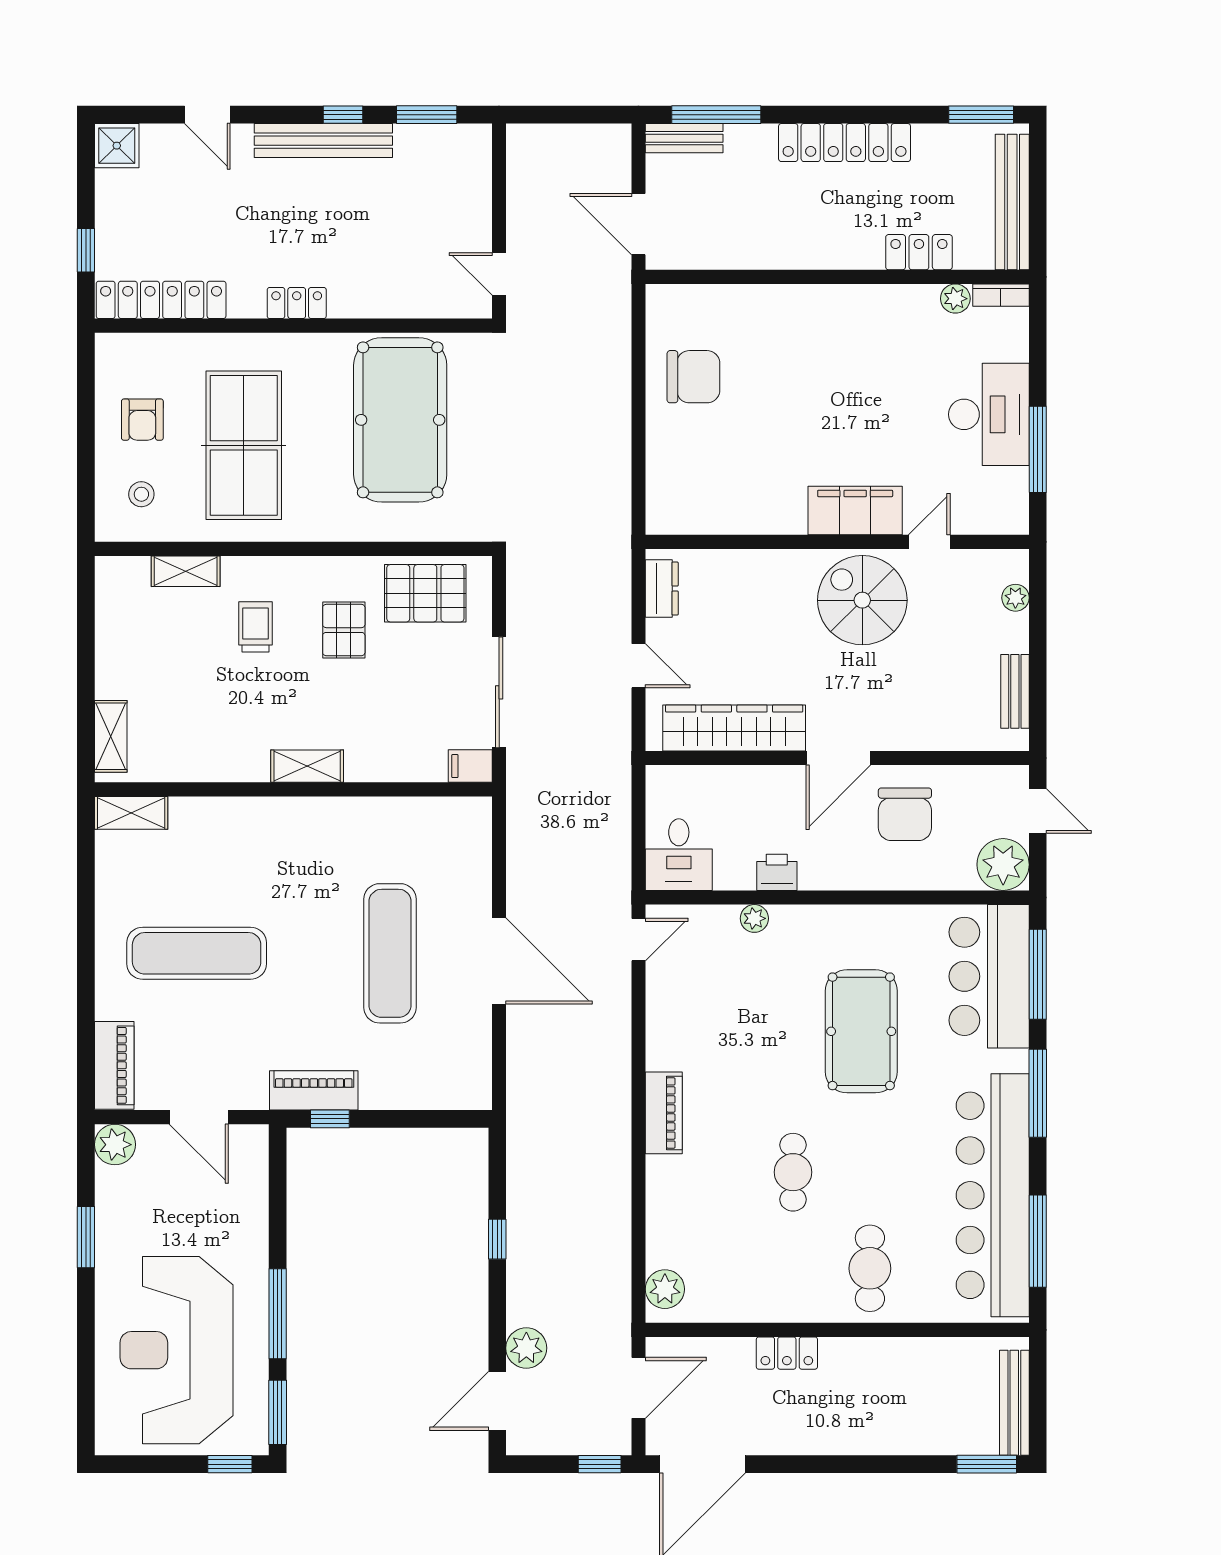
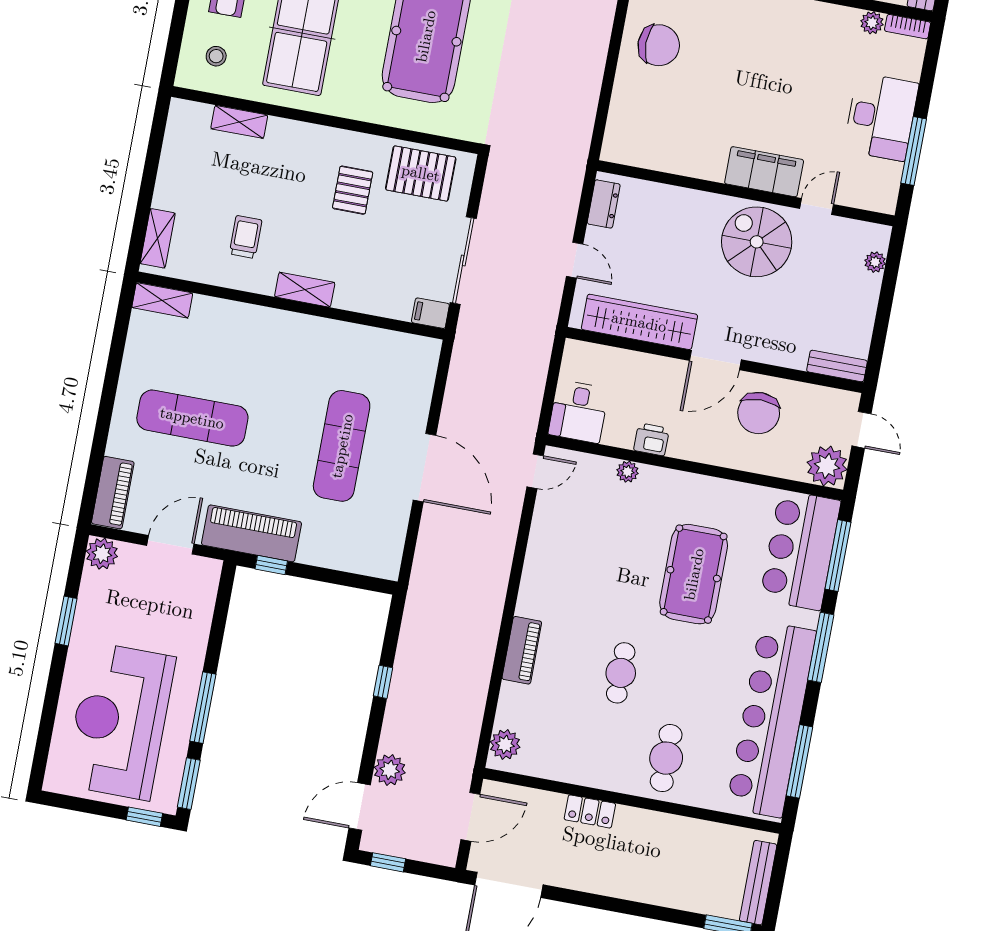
trolley: (255, 627) -> (246, 237), moved
bench: (1015, 691) -> (837, 366), moved, turned 90
piano: (314, 1090) -> (252, 533), width x1.37, depth x1.33
piano: (664, 1113) -> (522, 650), moved
door: (199, 1117) -> (170, 545), swing flipped
window: (600, 1464) -> (388, 862), moved

